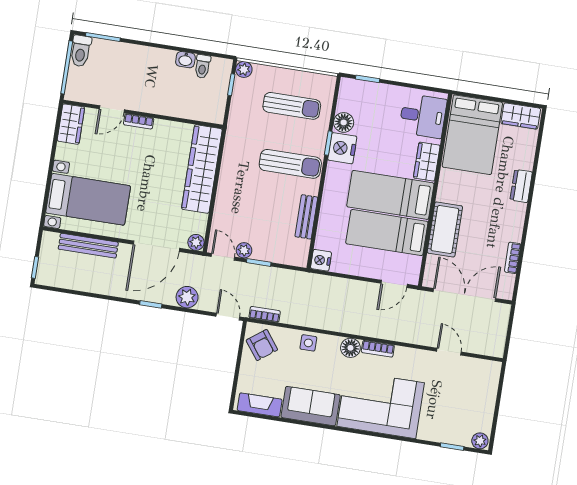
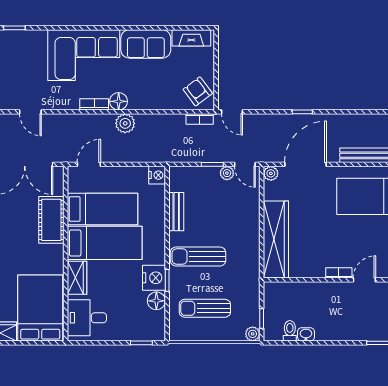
plant: (187, 297) -> (125, 123), moved
side table: (308, 343) -> (157, 100), removed

